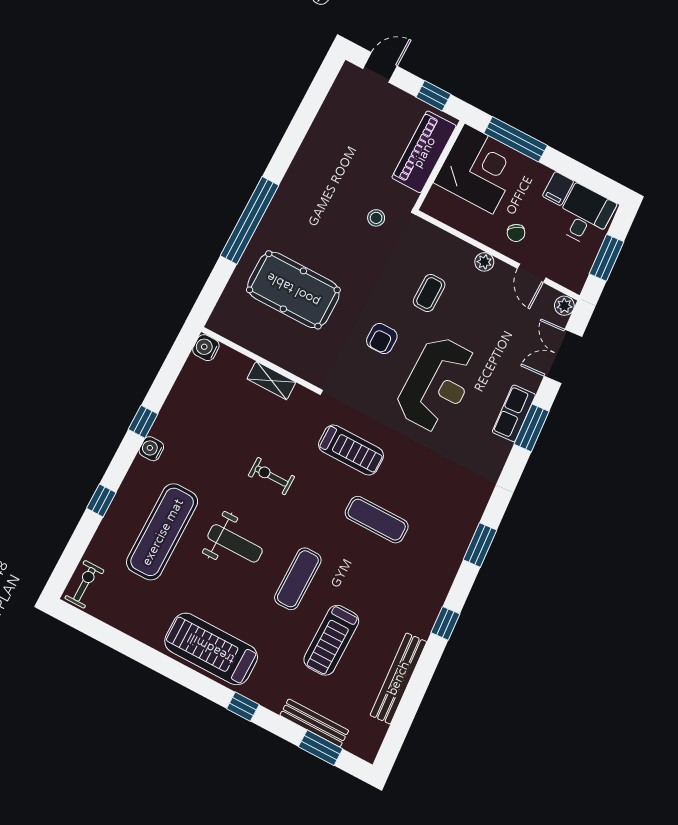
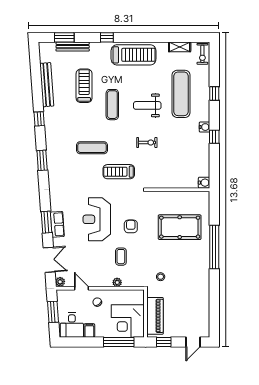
plant: (484, 262) -> (117, 282), moved
shelving: (271, 381) -> (180, 47), moved

